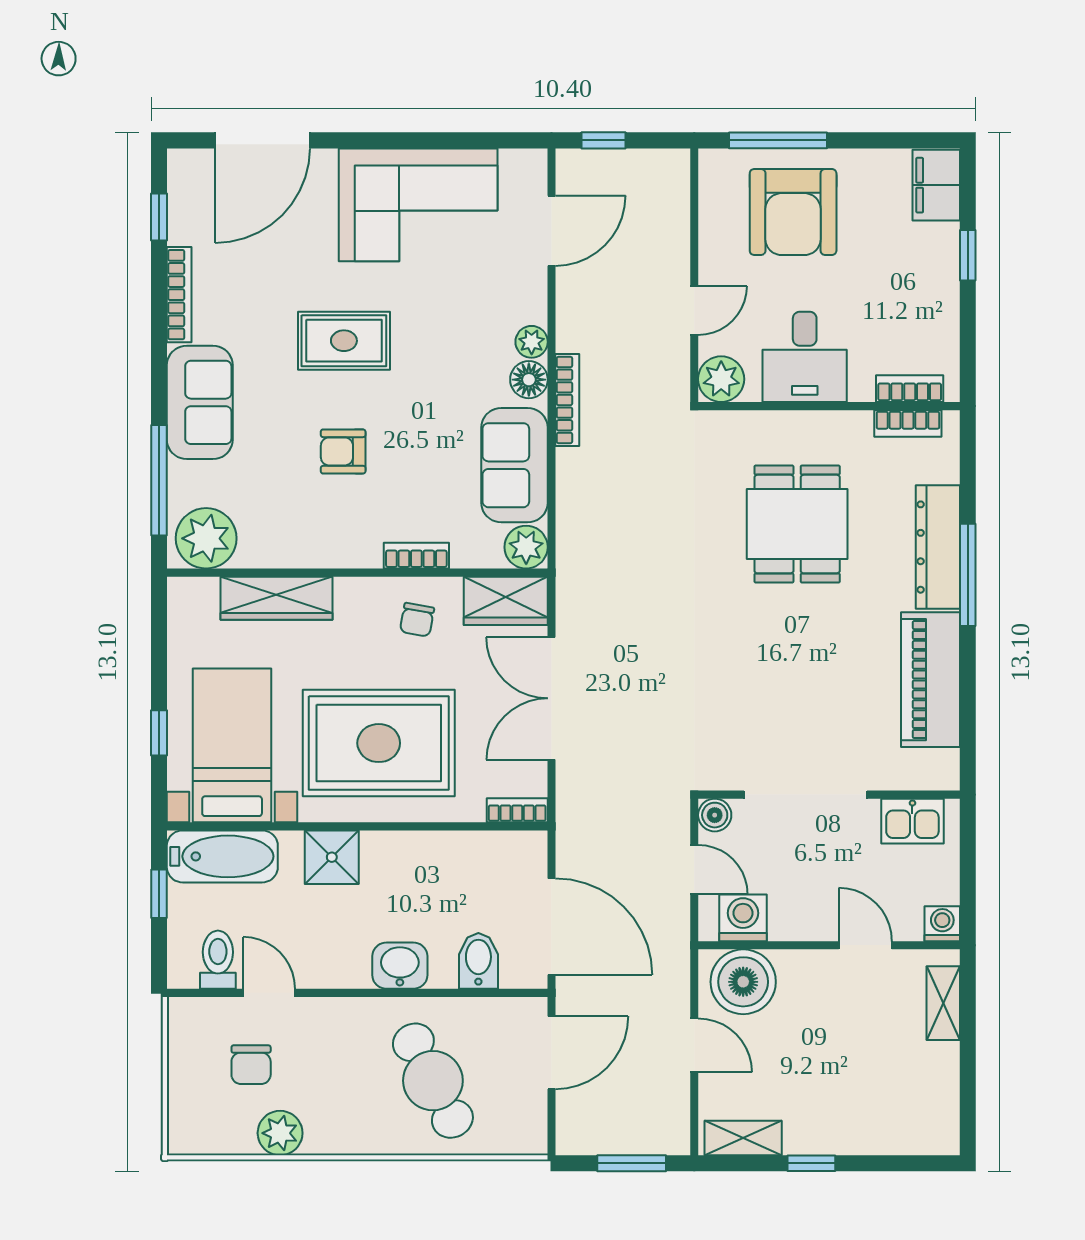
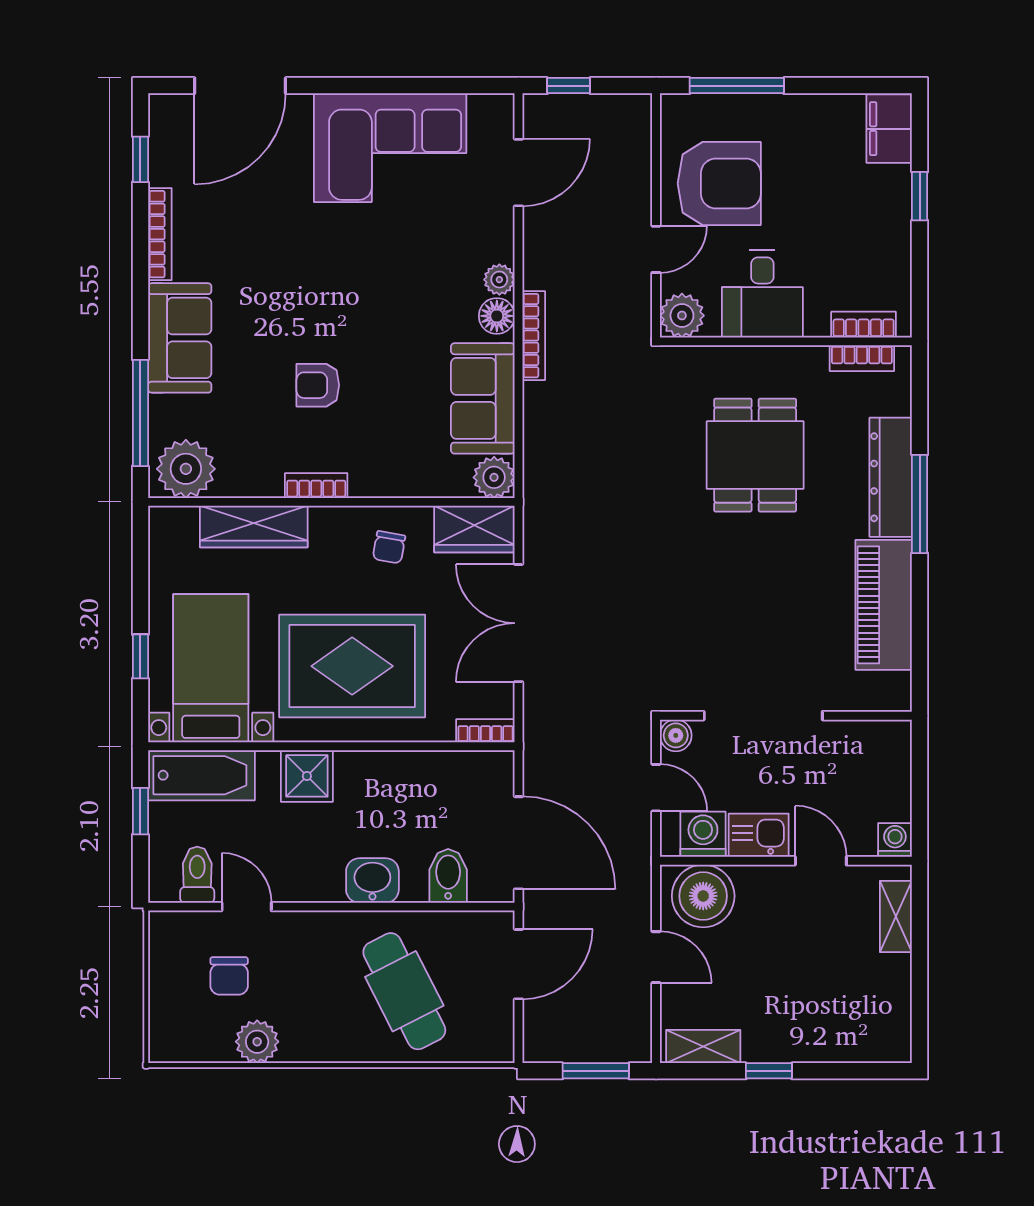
armchair: (793, 212) -> (719, 183), moved, turned -90
rug: (344, 341) -> (319, 278), removed
bookcase: (416, 556) -> (316, 486), moved
kitchen sink: (912, 821) -> (759, 835), moved, turned 180

